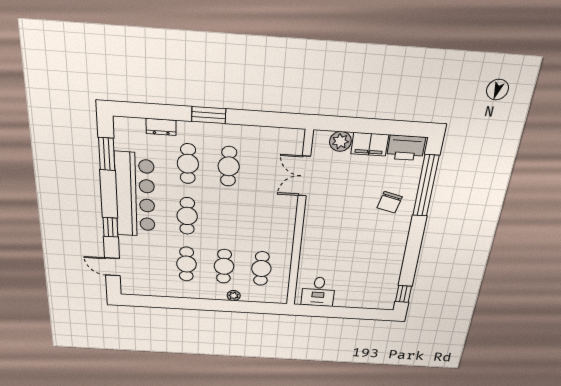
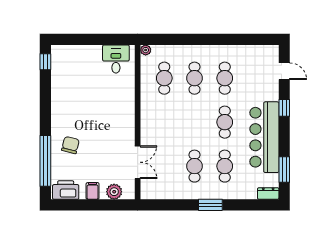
dresser: (161, 127) -> (268, 194), moved
filing cabinet: (370, 144) -> (93, 191), width x0.50
plant: (234, 296) -> (146, 50), moved

